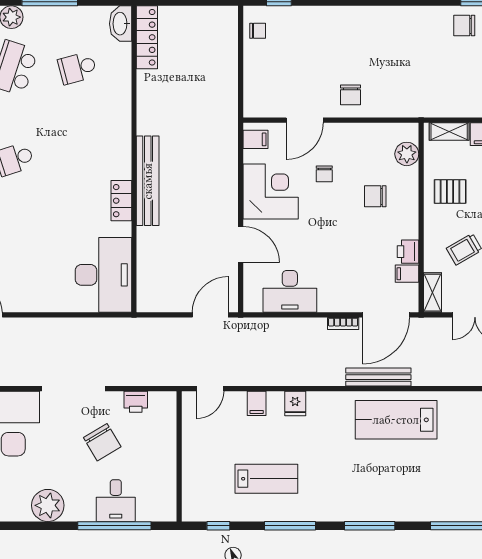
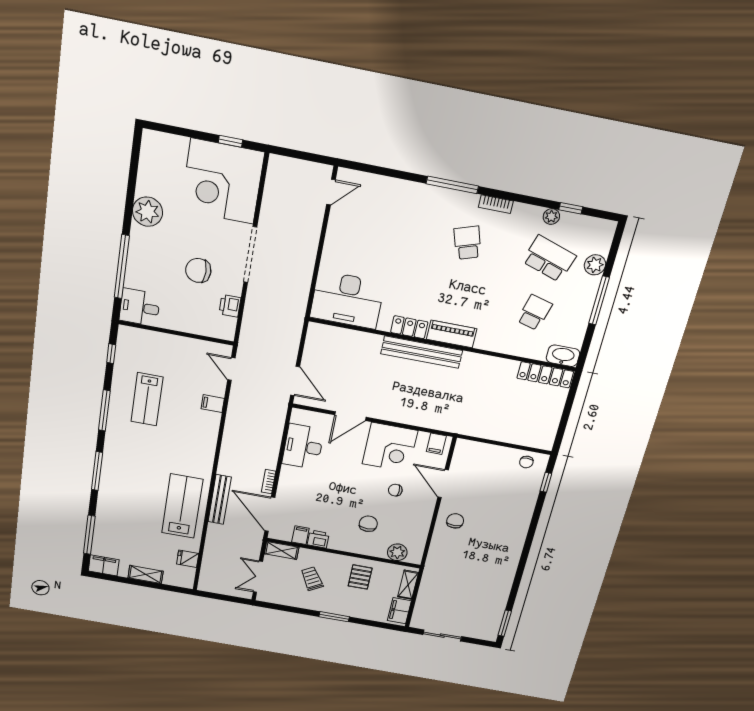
chair: (464, 26) -> (489, 610), removed
school desk: (77, 68) -> (534, 313), turned 30
chair: (351, 95) -> (455, 521), turned 90
piano: (120, 152) -> (452, 334), added
fridge: (295, 404) -> (188, 559), moved
chair: (102, 442) -> (198, 270), turned 31
desk: (116, 501) -> (140, 307), moved

